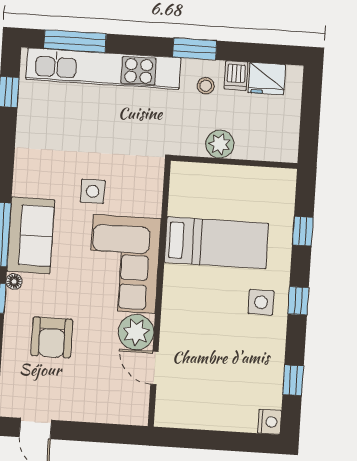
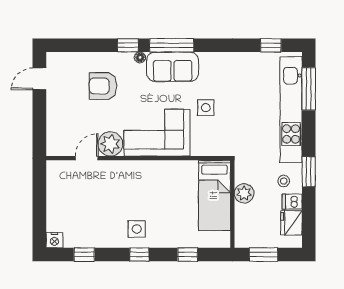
window: (310, 122) -> (264, 255), added
bed: (216, 243) -> (215, 195), moved

